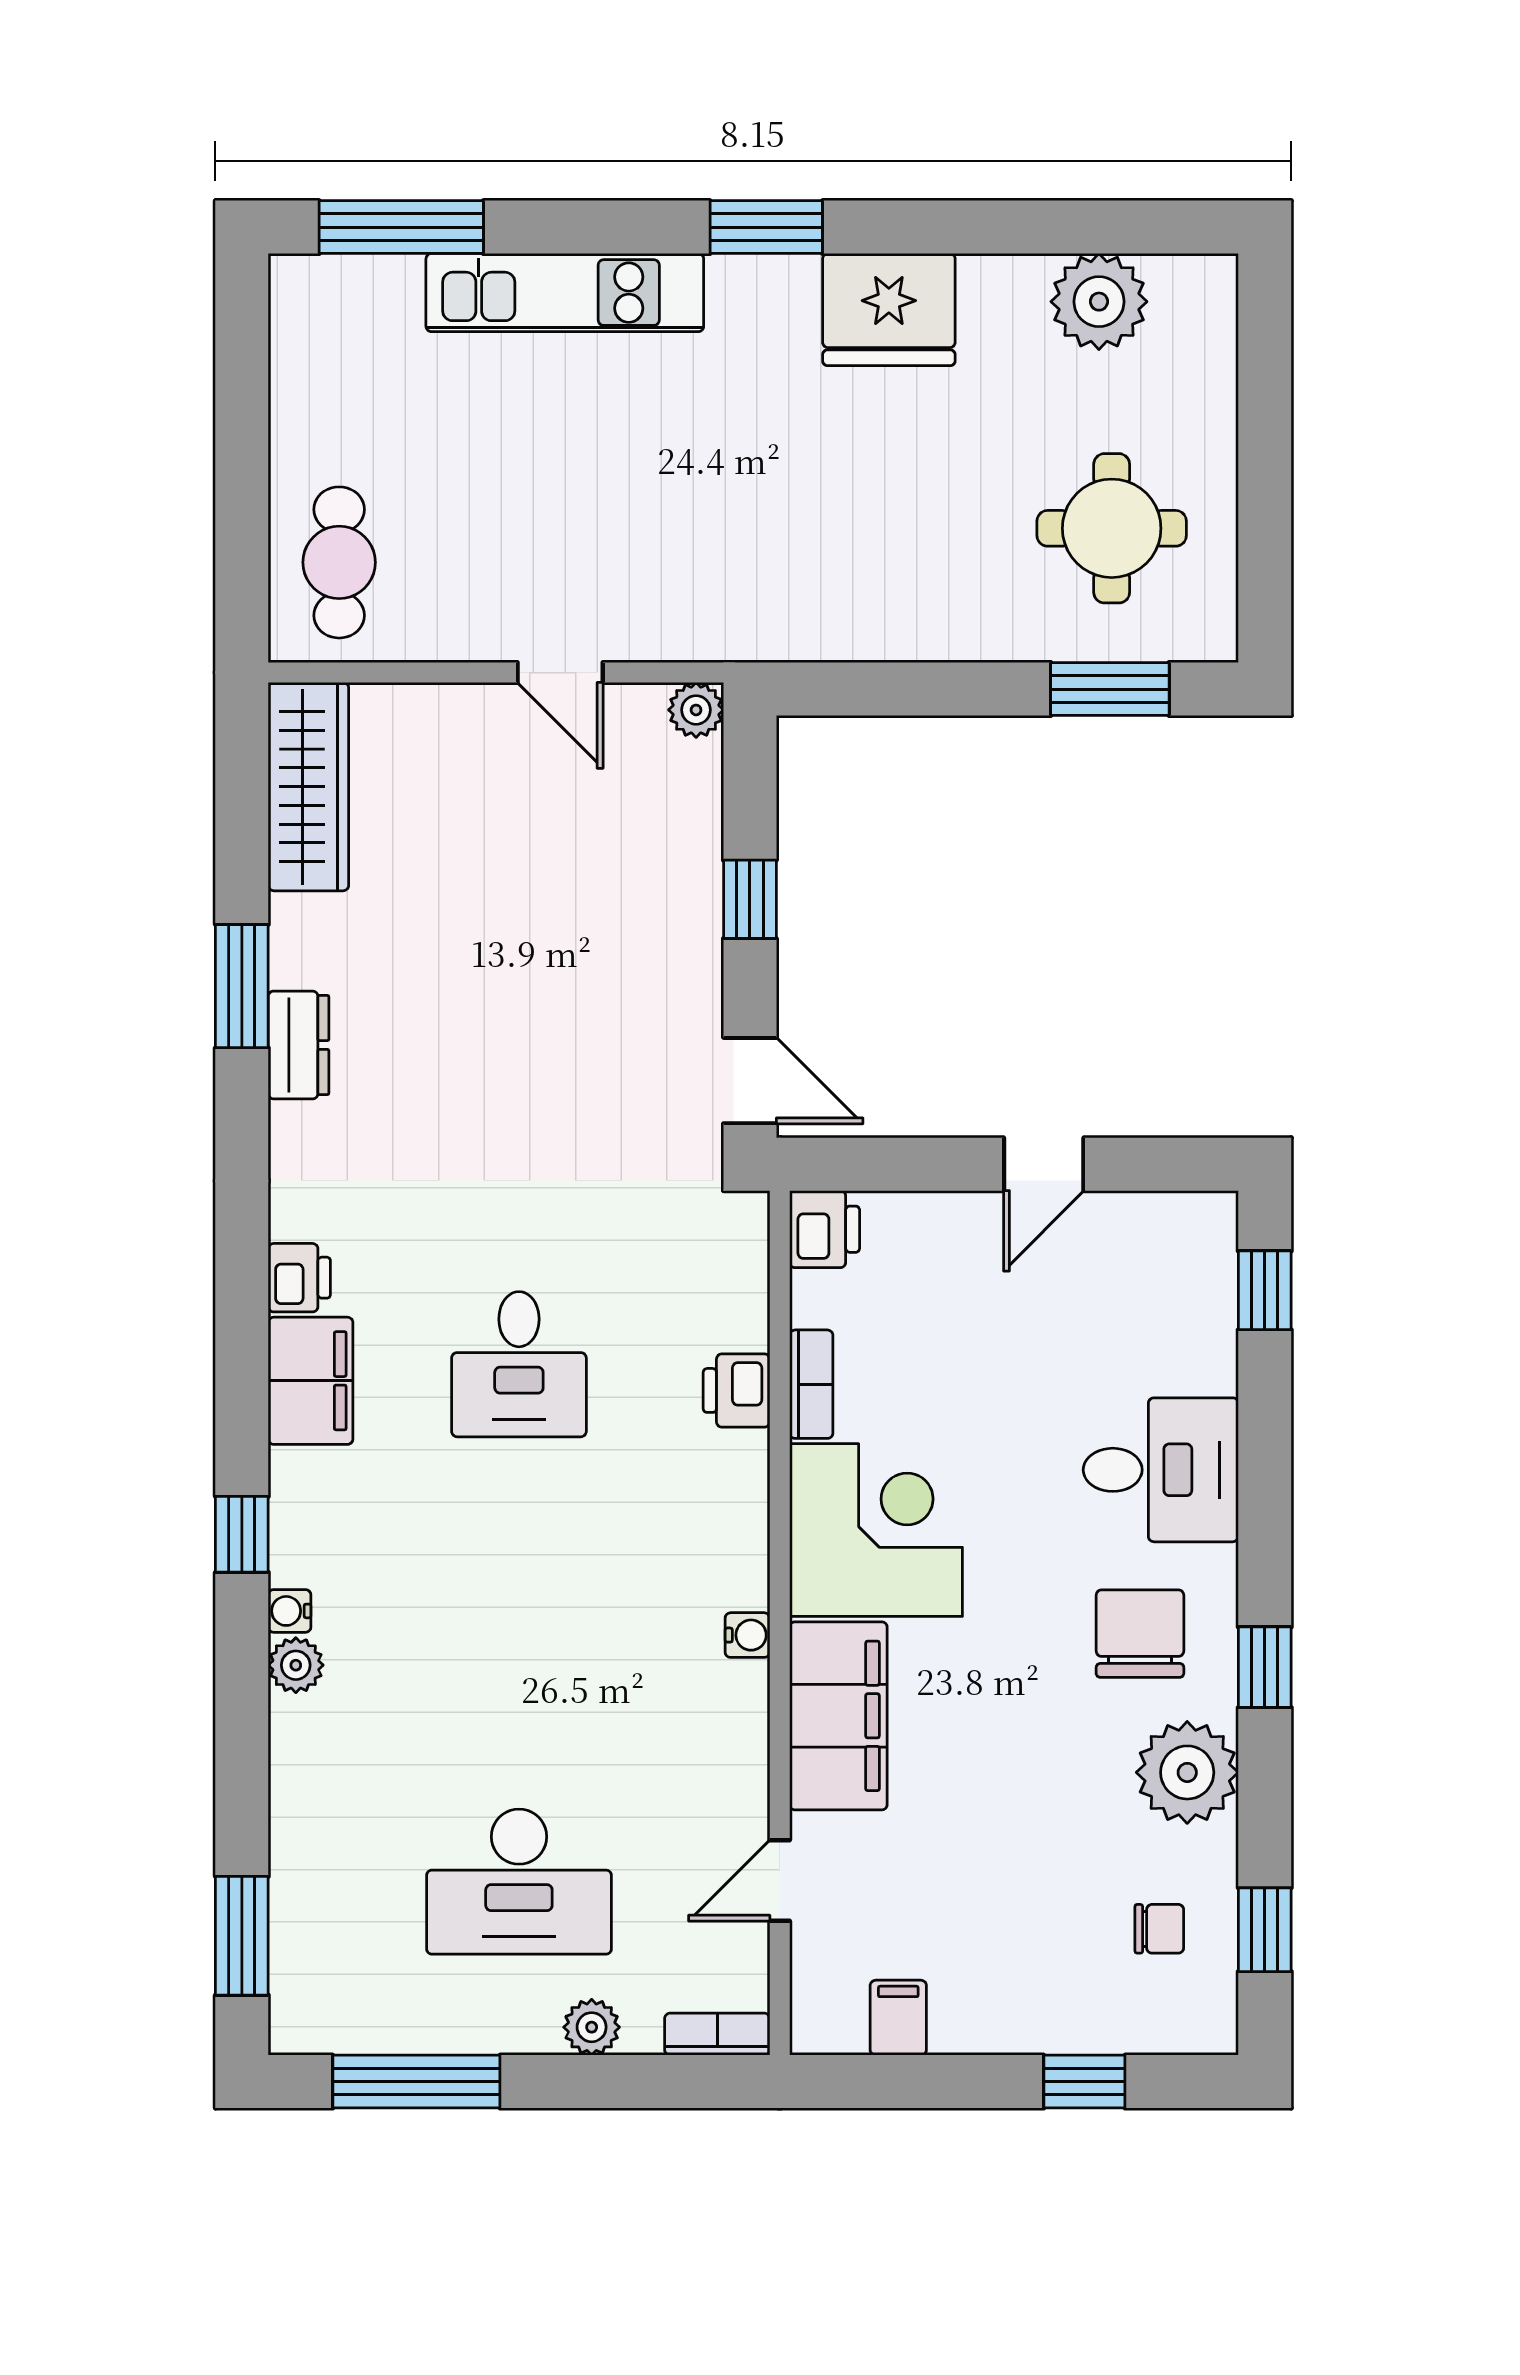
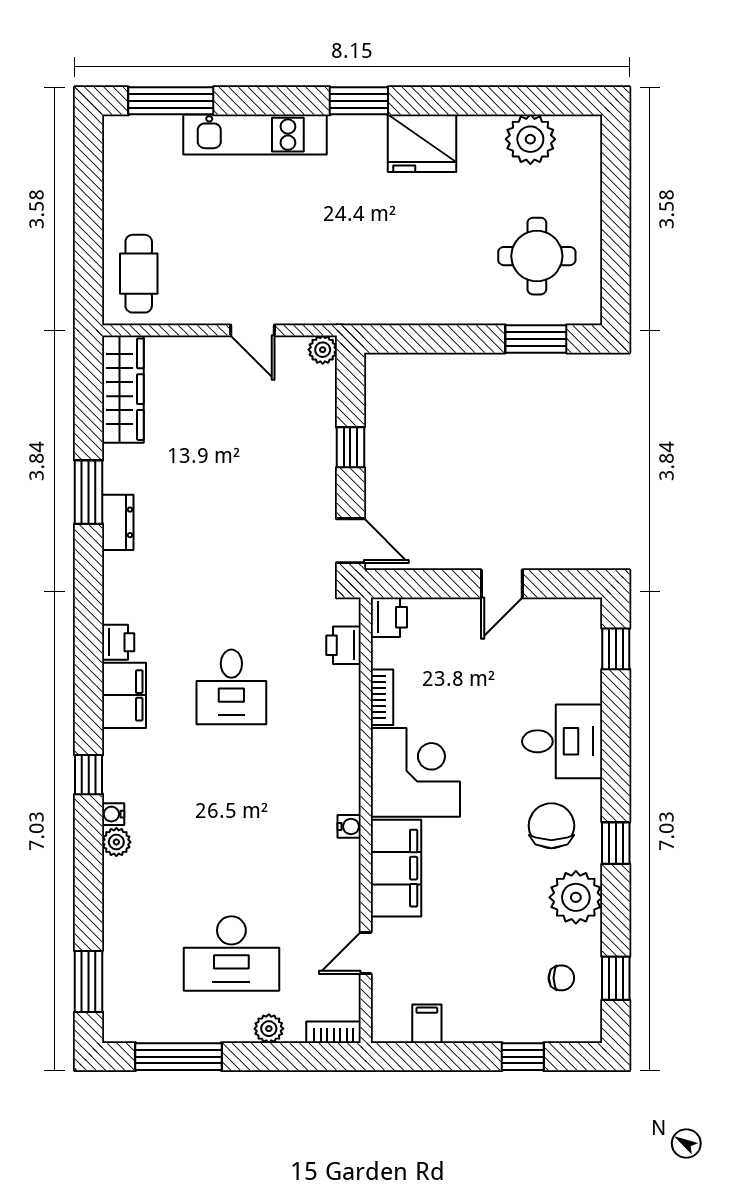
printer: (736, 1390) -> (343, 645), moved

